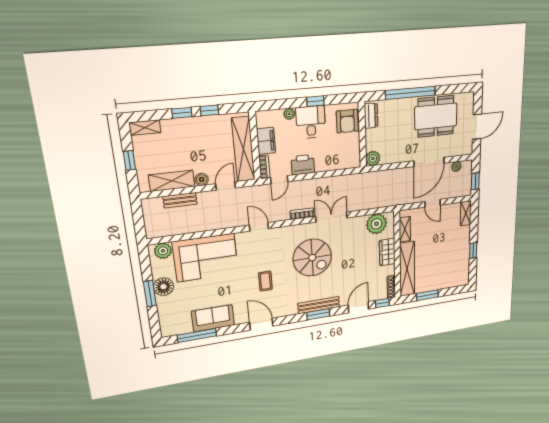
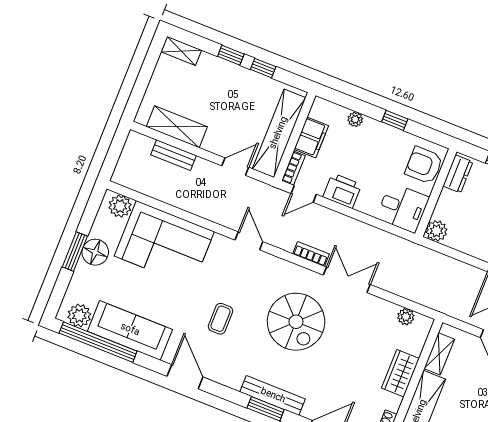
armchair: (347, 121) -> (424, 165), turned 90
desk: (311, 122) -> (403, 208), moved, turned 90
window: (129, 160) -> (144, 79), removed
boiler: (202, 180) -> (212, 144), removed
plant: (377, 224) -> (406, 317), width x0.53, depth x0.53
sofa: (213, 318) -> (130, 330), width x1.36
plant: (176, 328) -> (79, 316), added
window: (197, 335) -> (98, 342), width x1.46

